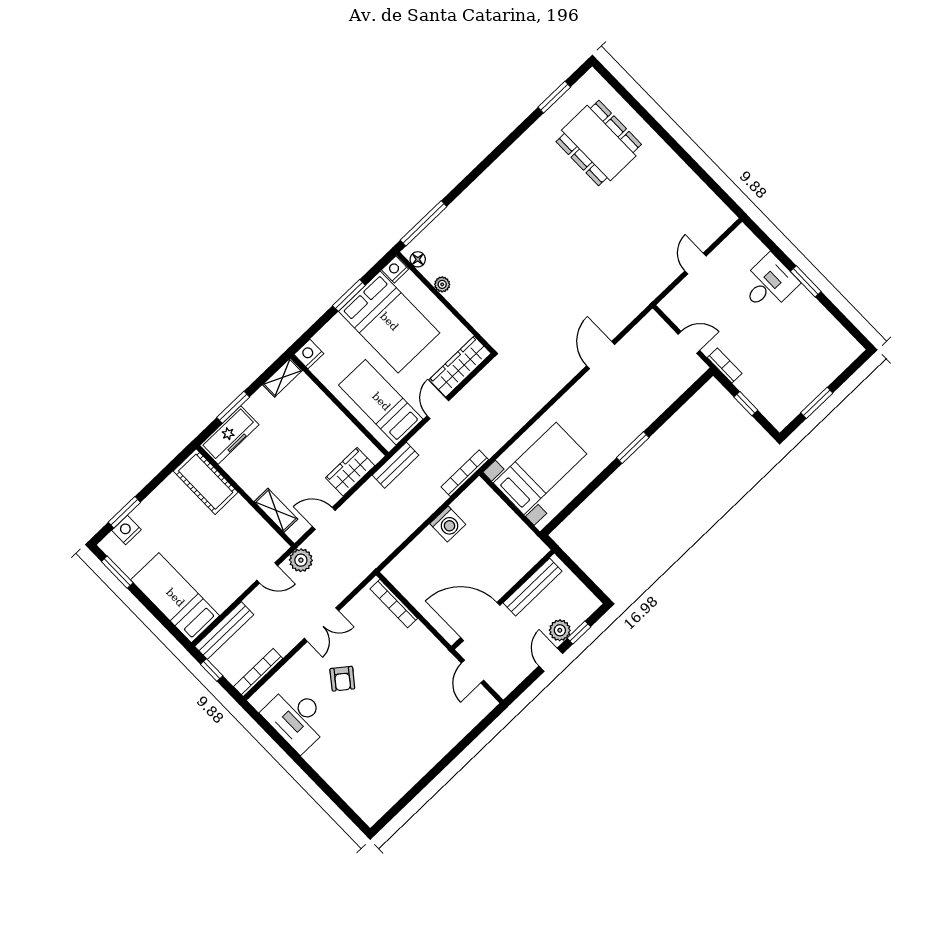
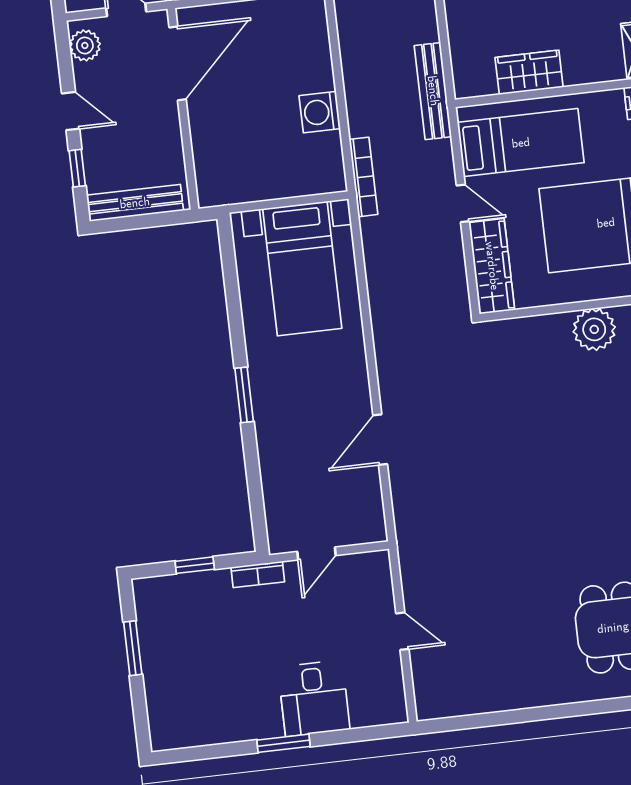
plant: (442, 284) -> (594, 329), width x1.88, depth x1.88
door: (601, 355) -> (380, 440), swing flipped
bench: (396, 465) -> (433, 91), width x1.36
wardrobe: (350, 472) -> (529, 72), moved, turned -90
bench: (533, 587) -> (135, 203), moved, turned 90
plant: (560, 630) -> (85, 45), moved

